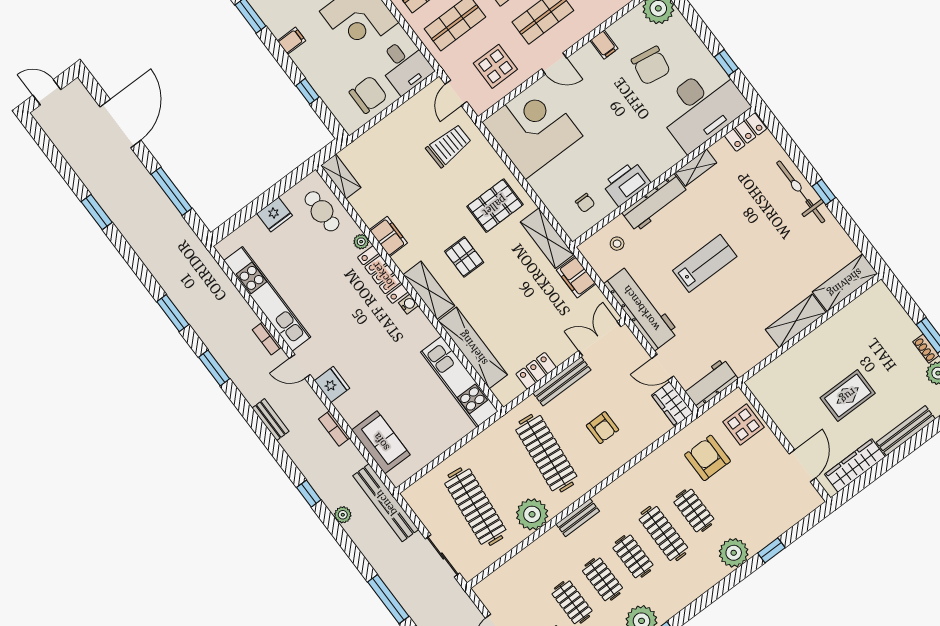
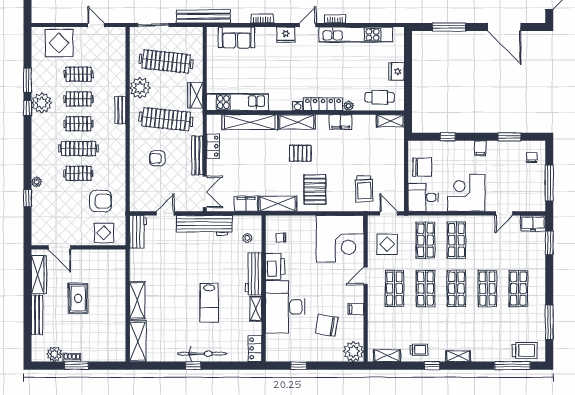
chair: (368, 95) -> (422, 167), turned -90
desk: (702, 107) -> (285, 307), moved
lab bench: (705, 263) -> (209, 303), moved
wardrobe: (672, 404) -> (195, 95), moved, turned -90
plant: (734, 553) -> (37, 182), width x0.53, depth x0.53

